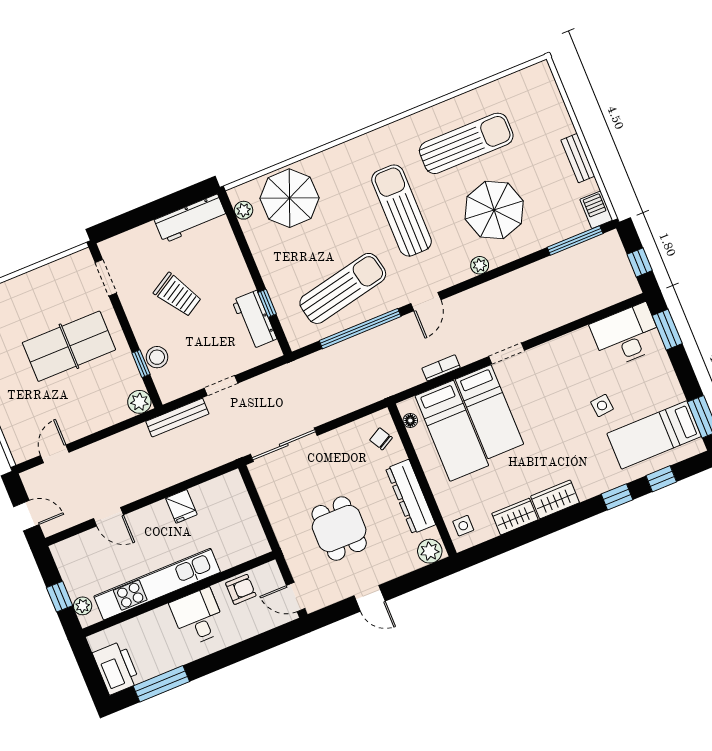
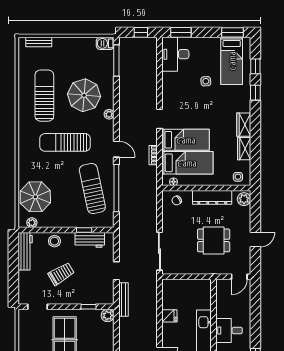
bench: (578, 158) -> (39, 42), moved
stool: (157, 357) -> (54, 241), moved
armchair: (241, 589) -> (224, 303), removed

